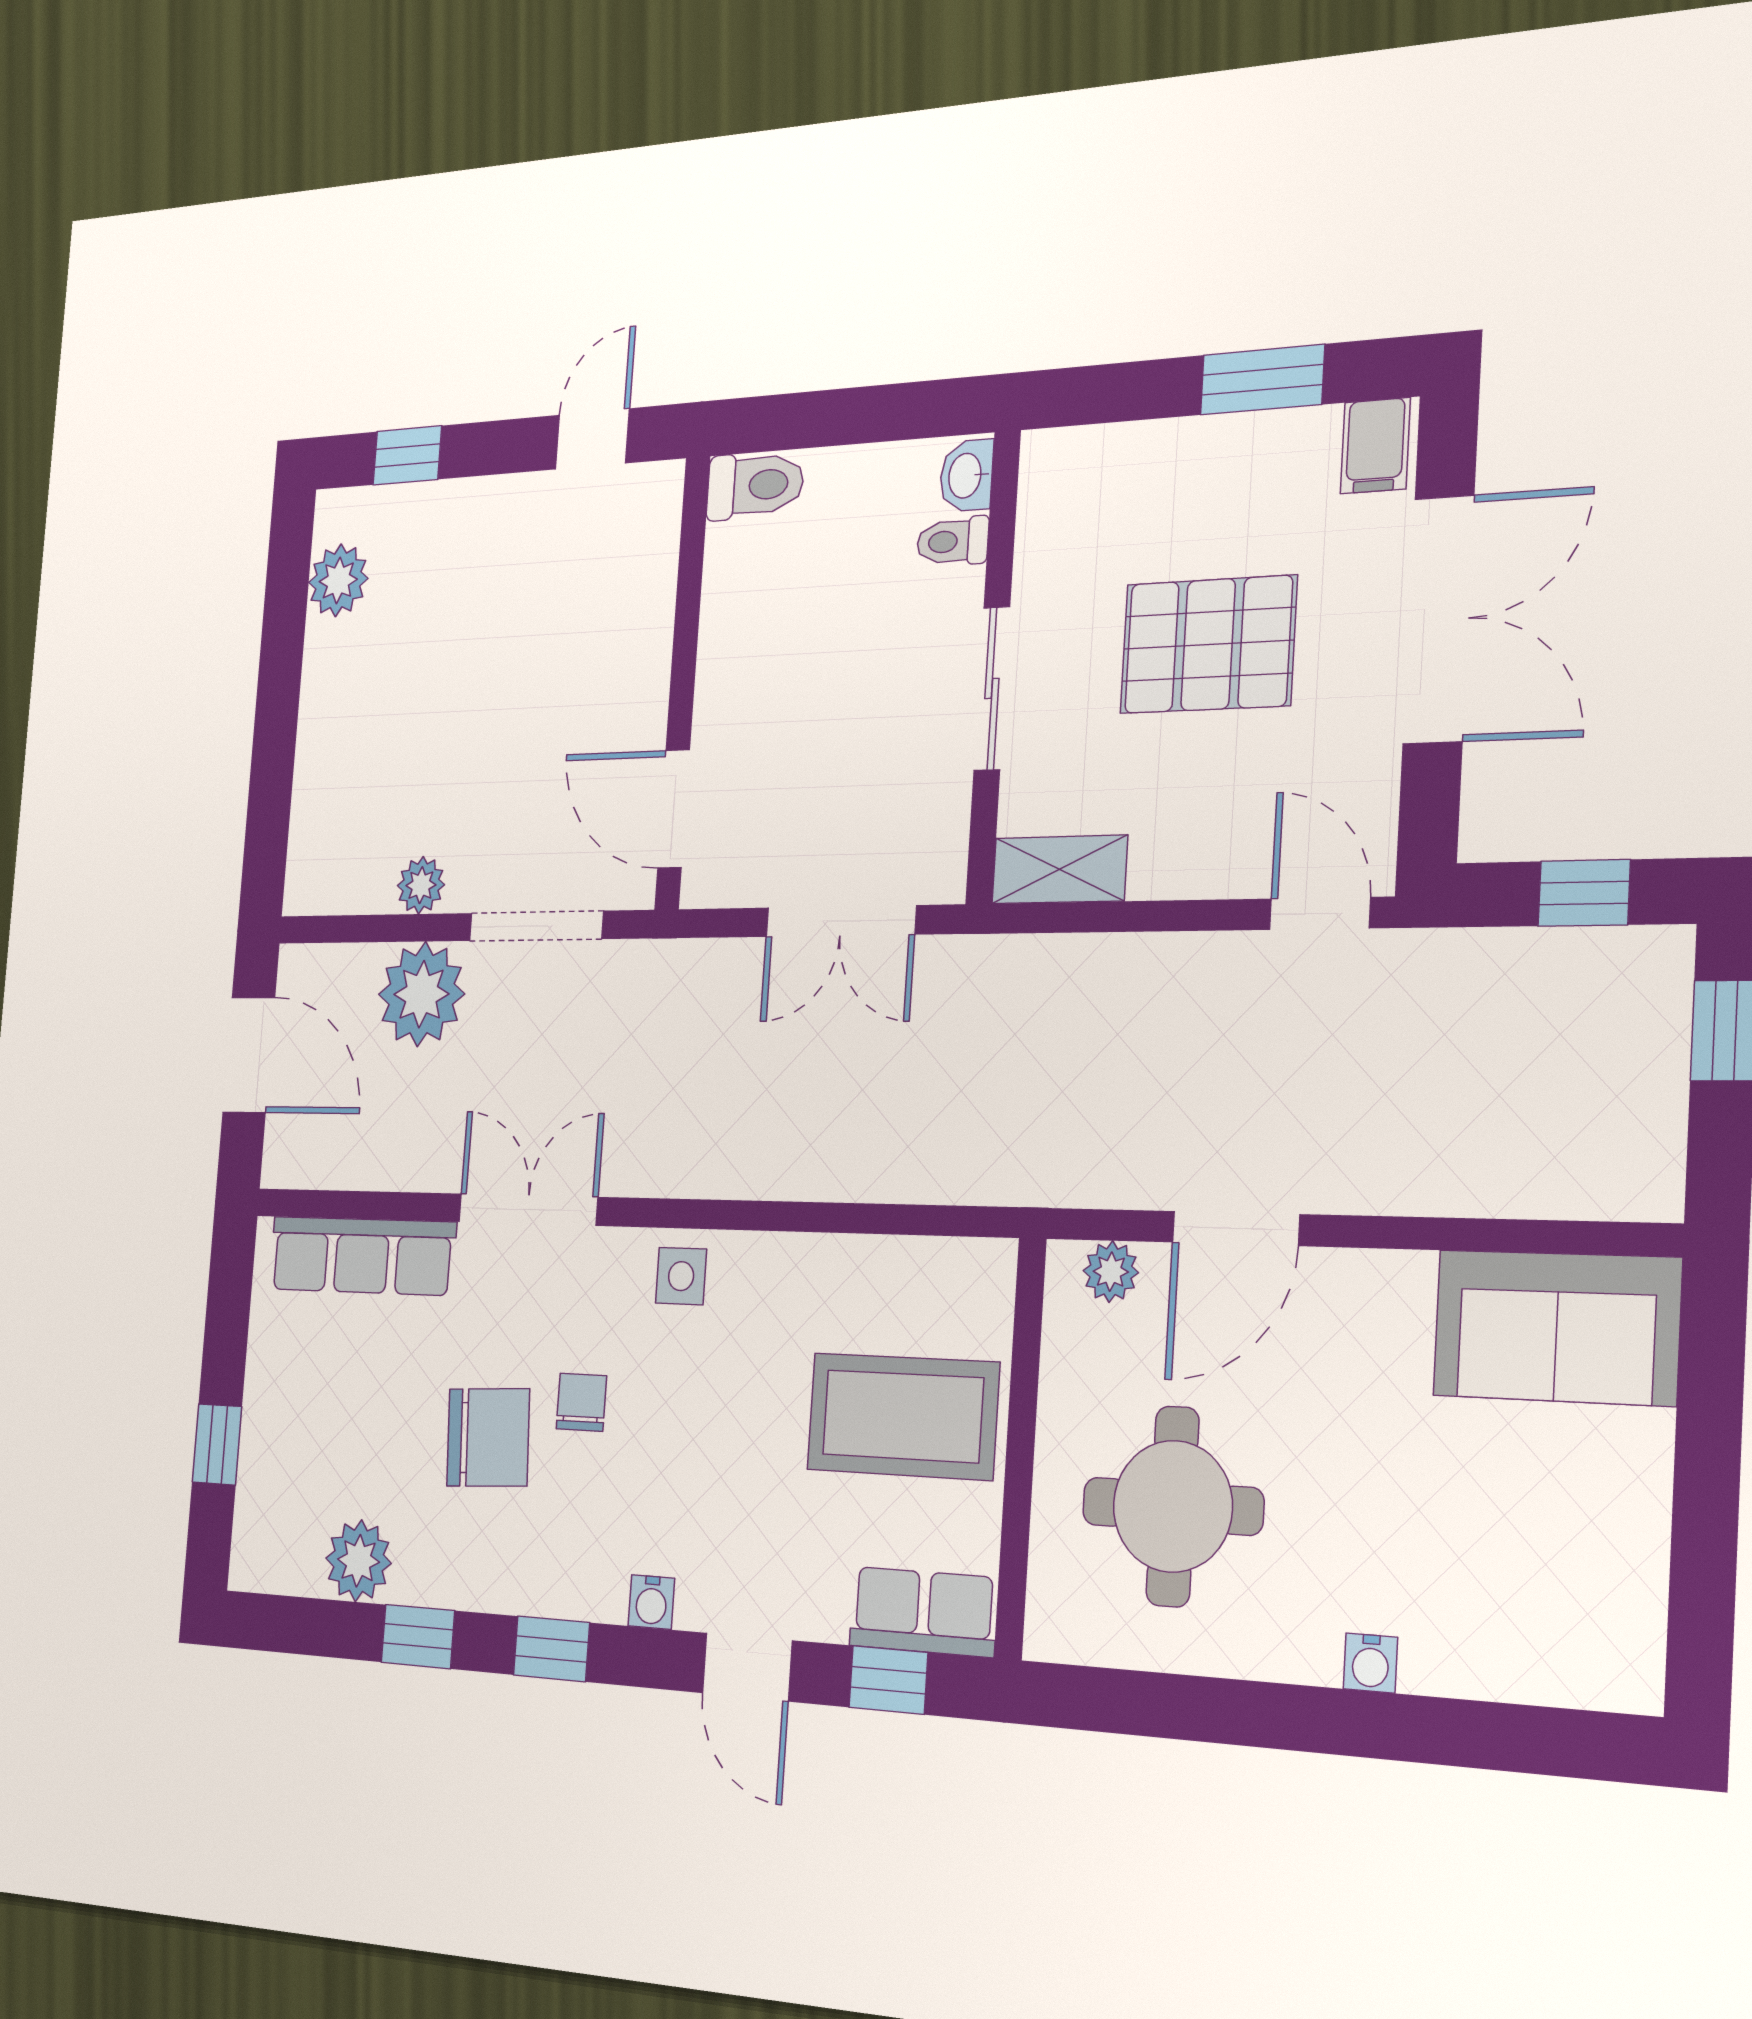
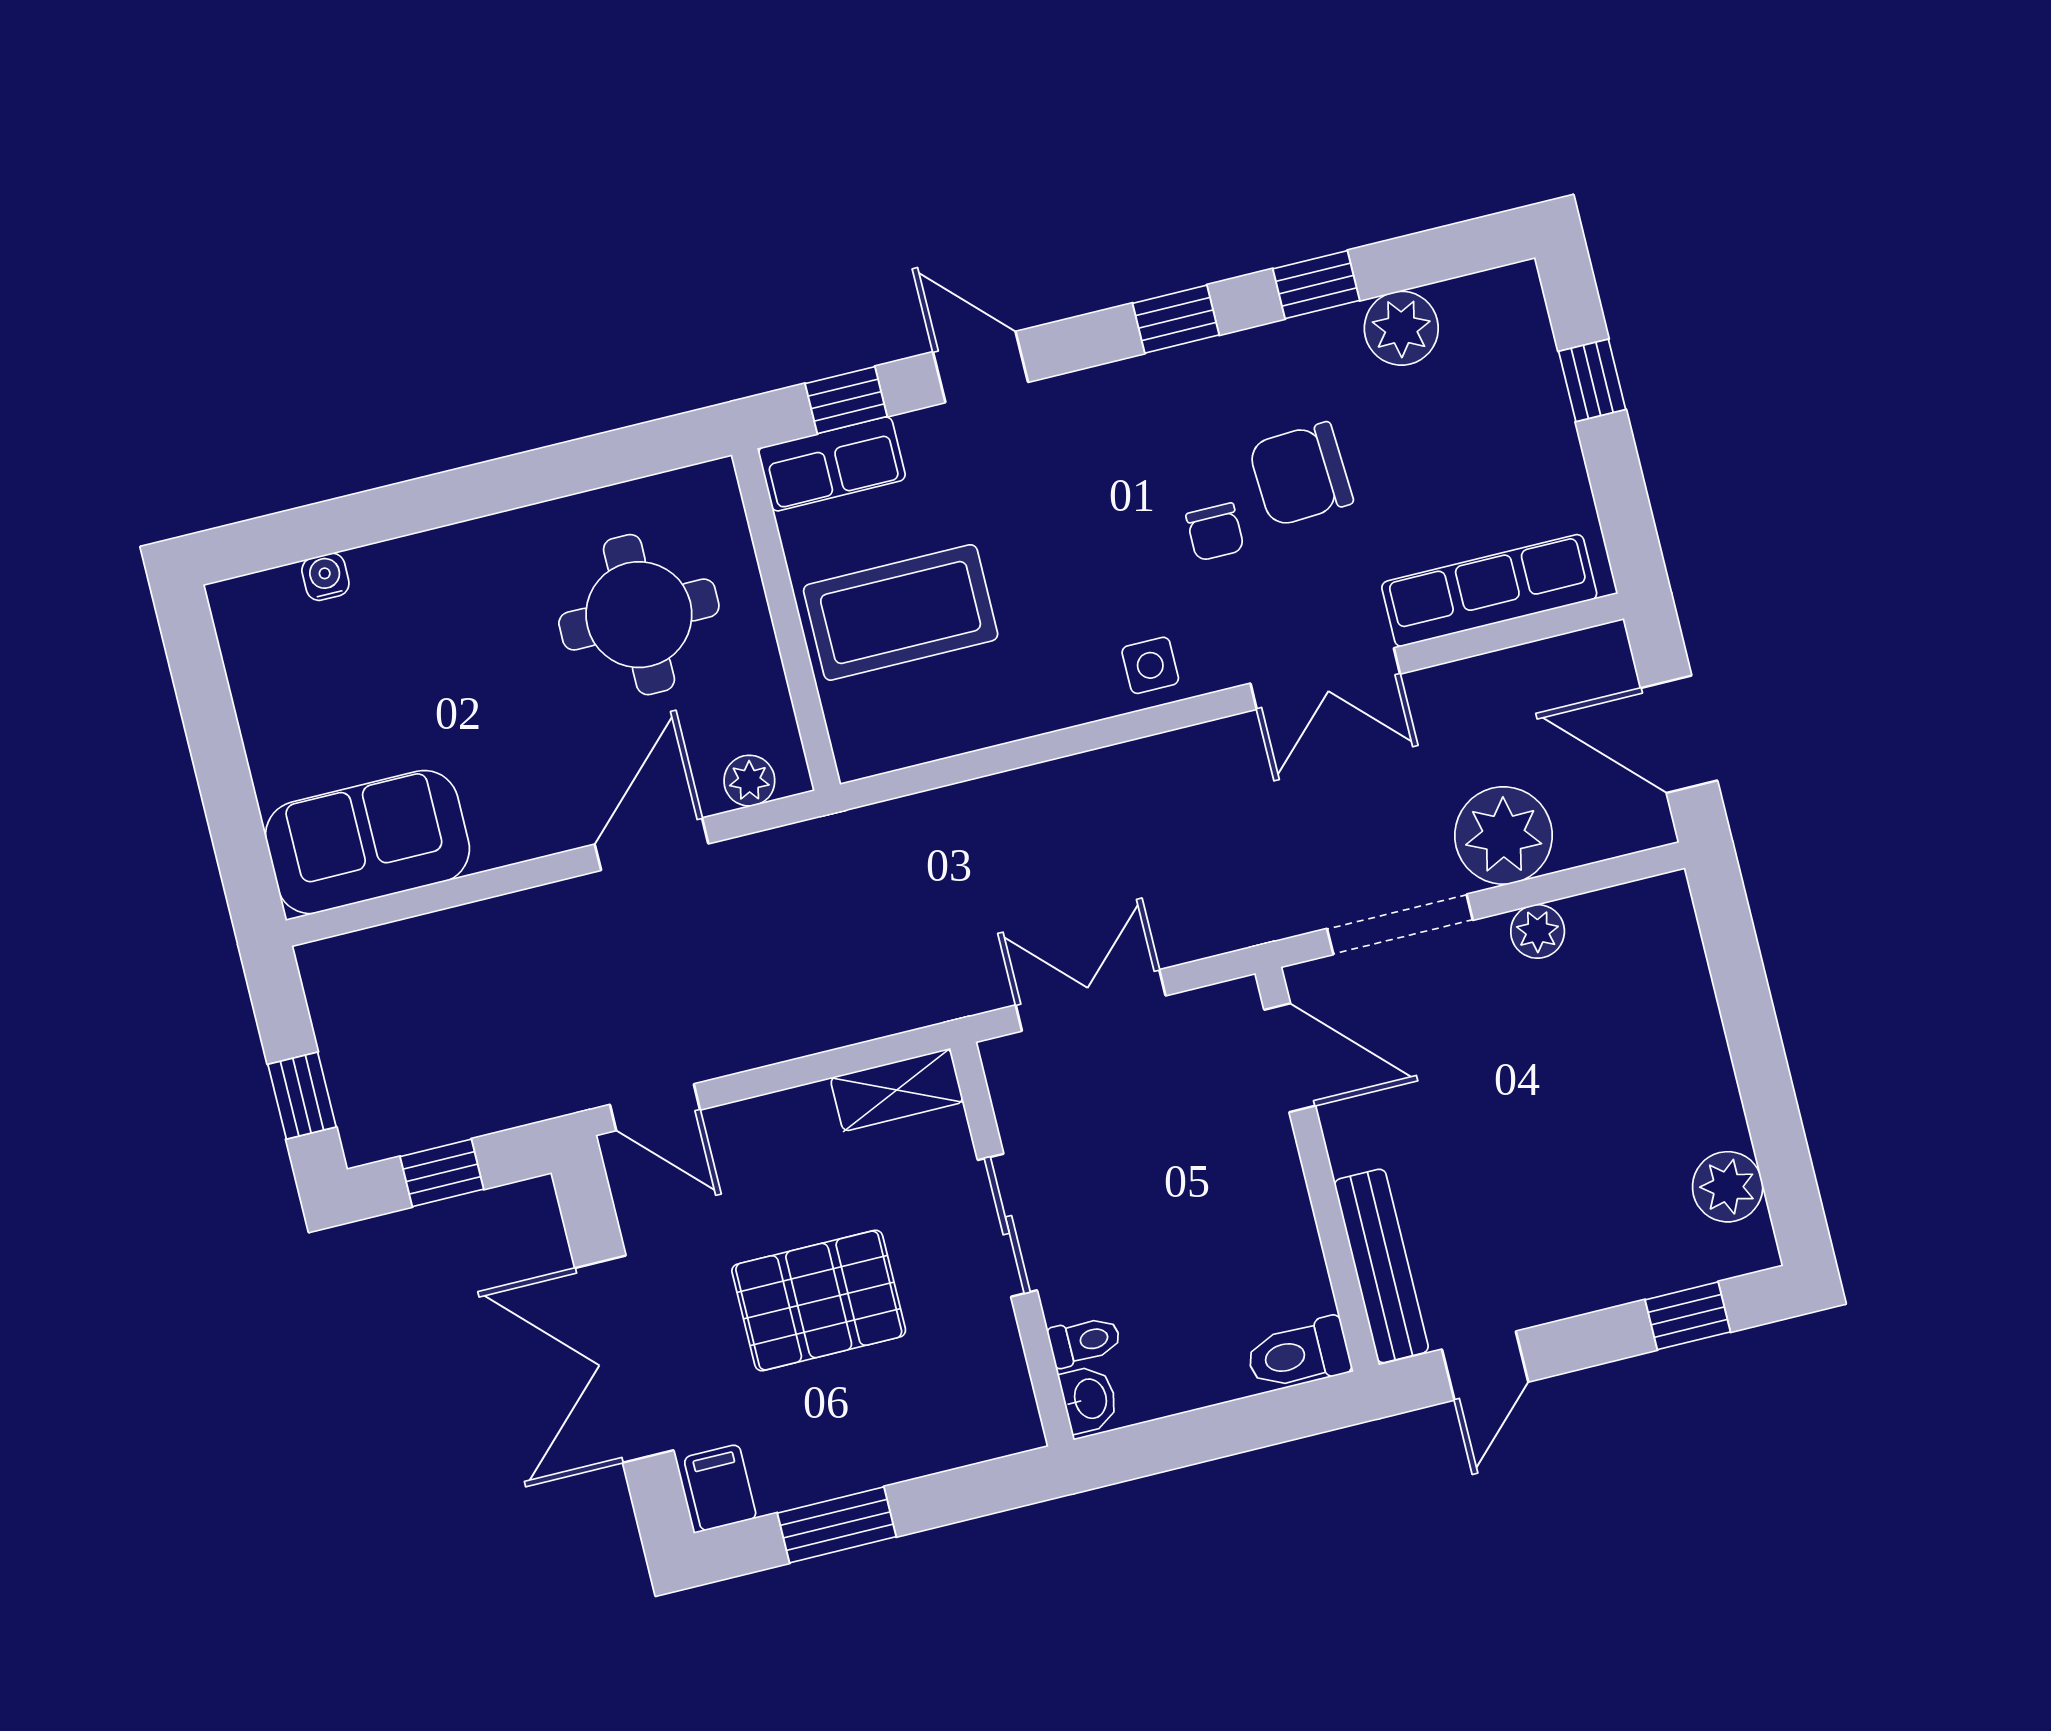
bench: (654, 565) -> (1381, 1266), added
water cooler: (651, 1602) -> (1090, 389), removed
water cooler: (1370, 1663) -> (325, 577), moved

